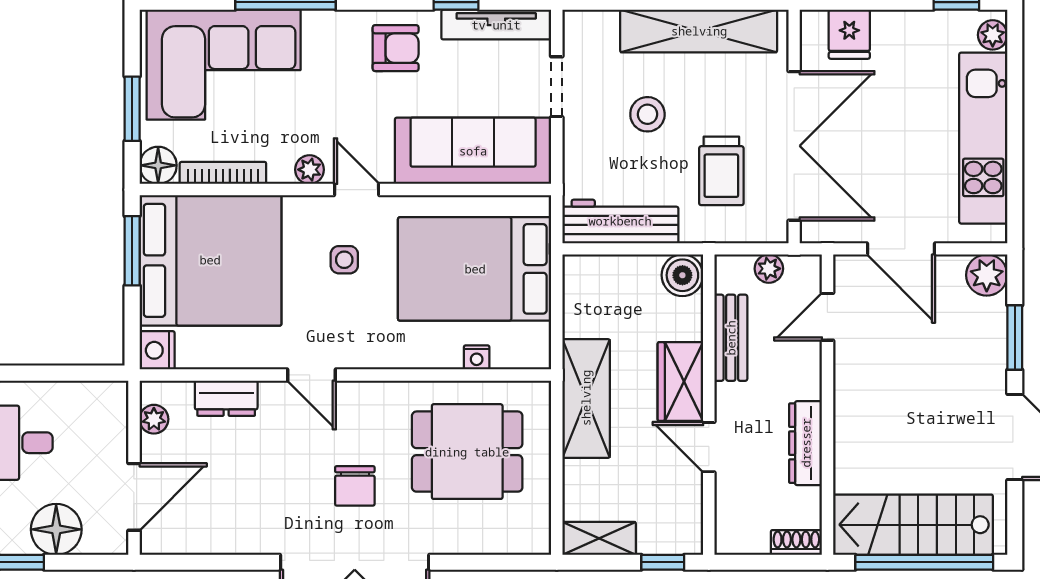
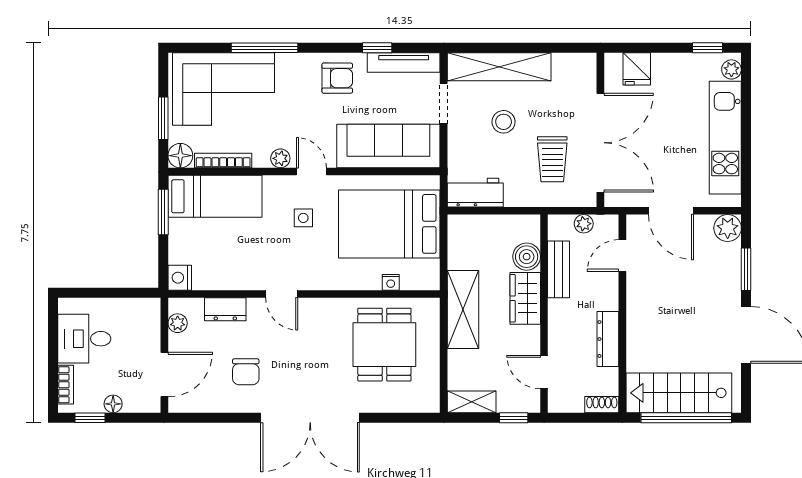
shelving: (699, 31) -> (499, 67), moved
workbench: (620, 221) -> (475, 193), width x0.73
bed: (210, 260) -> (215, 196), width x0.49
boiler: (682, 275) -> (527, 257), moved
door: (709, 447) -> (544, 372), moved
dining table: (467, 452) -> (384, 345), turned 90
chair: (355, 486) -> (246, 372), moved
floor lamp: (56, 529) -> (113, 404), width x0.53, depth x0.53

